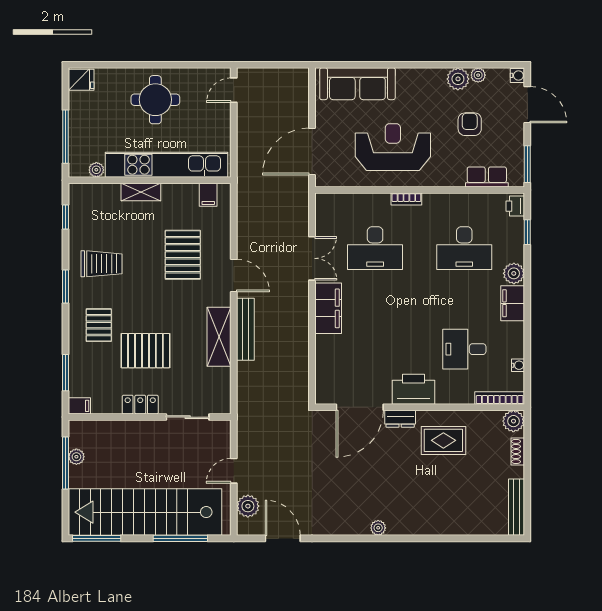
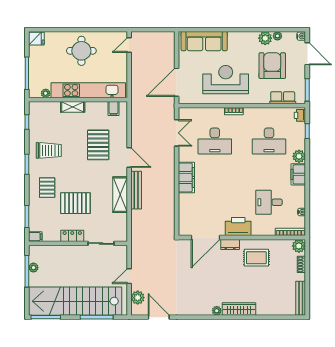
armchair: (470, 124) -> (272, 66), width x1.88, depth x1.88
double door: (312, 258) -> (177, 133), moved
wardrobe: (415, 525) -> (239, 309), added

